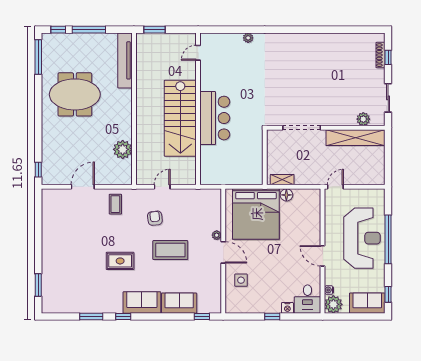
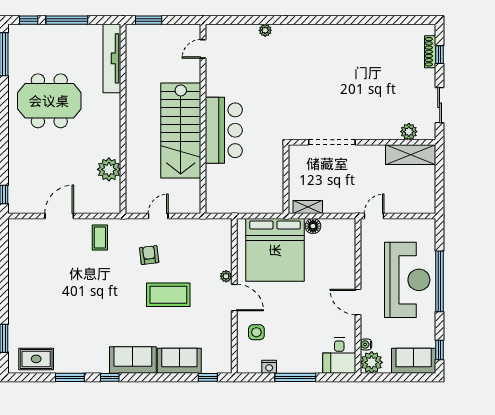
shelving: (355, 138) -> (411, 155), width x0.68
rug: (120, 261) -> (36, 359), moved
nightstand: (287, 308) -> (269, 367), moved
window: (272, 316) -> (295, 377), width x2.17

